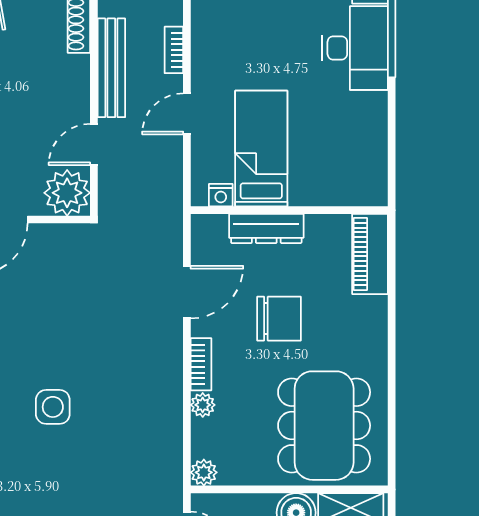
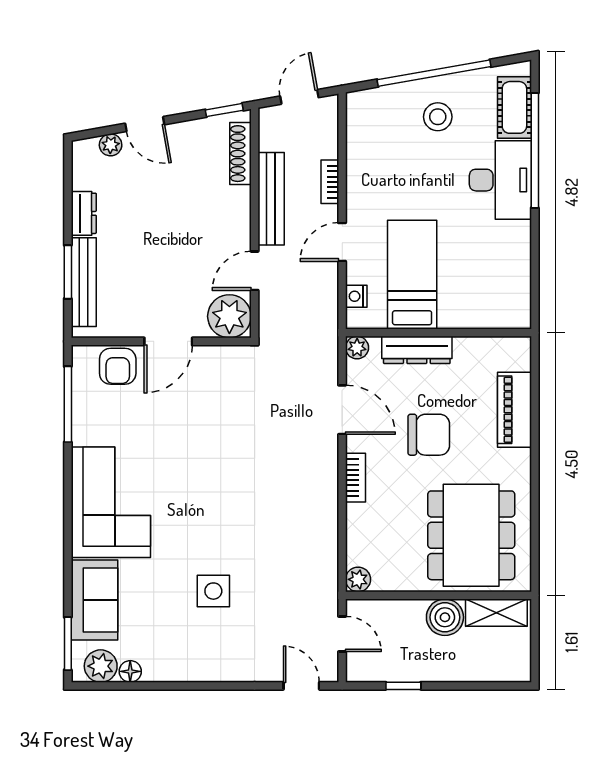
nightstand: (221, 195) -> (356, 296), moved, turned 90
piano: (370, 254) -> (514, 410), moved
door: (187, 292) -> (342, 410), hinge flipped
plant: (203, 405) -> (357, 348), moved
side table: (53, 407) -> (213, 591), moved

